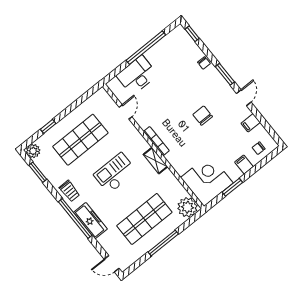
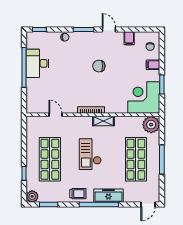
desk: (137, 75) -> (37, 63), moved

